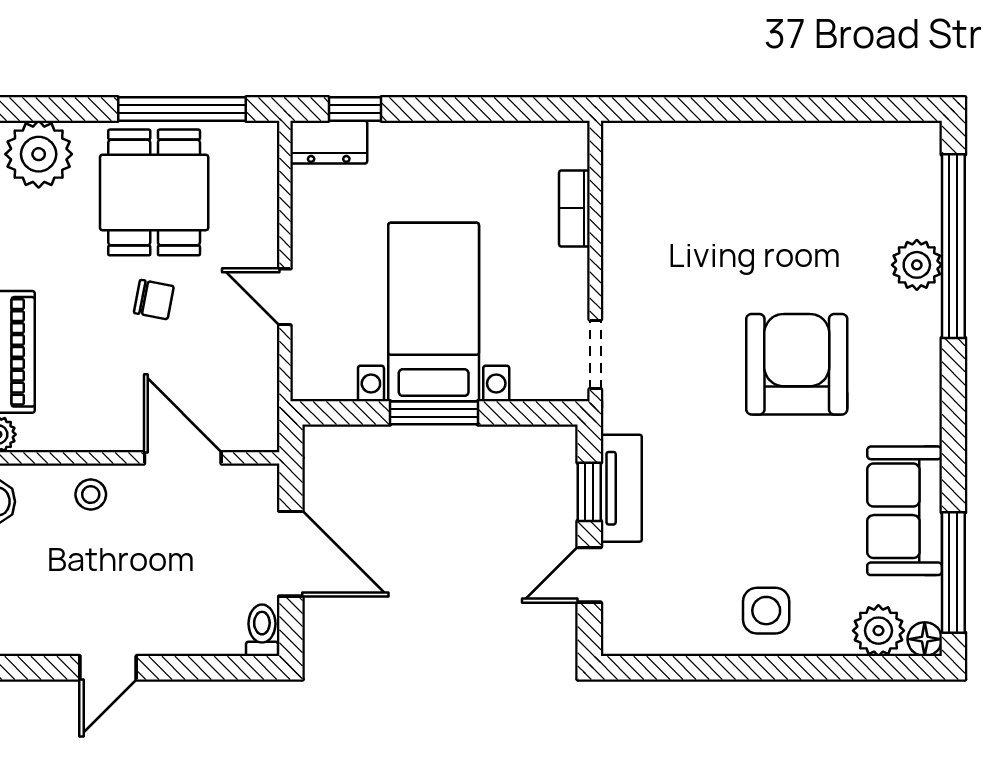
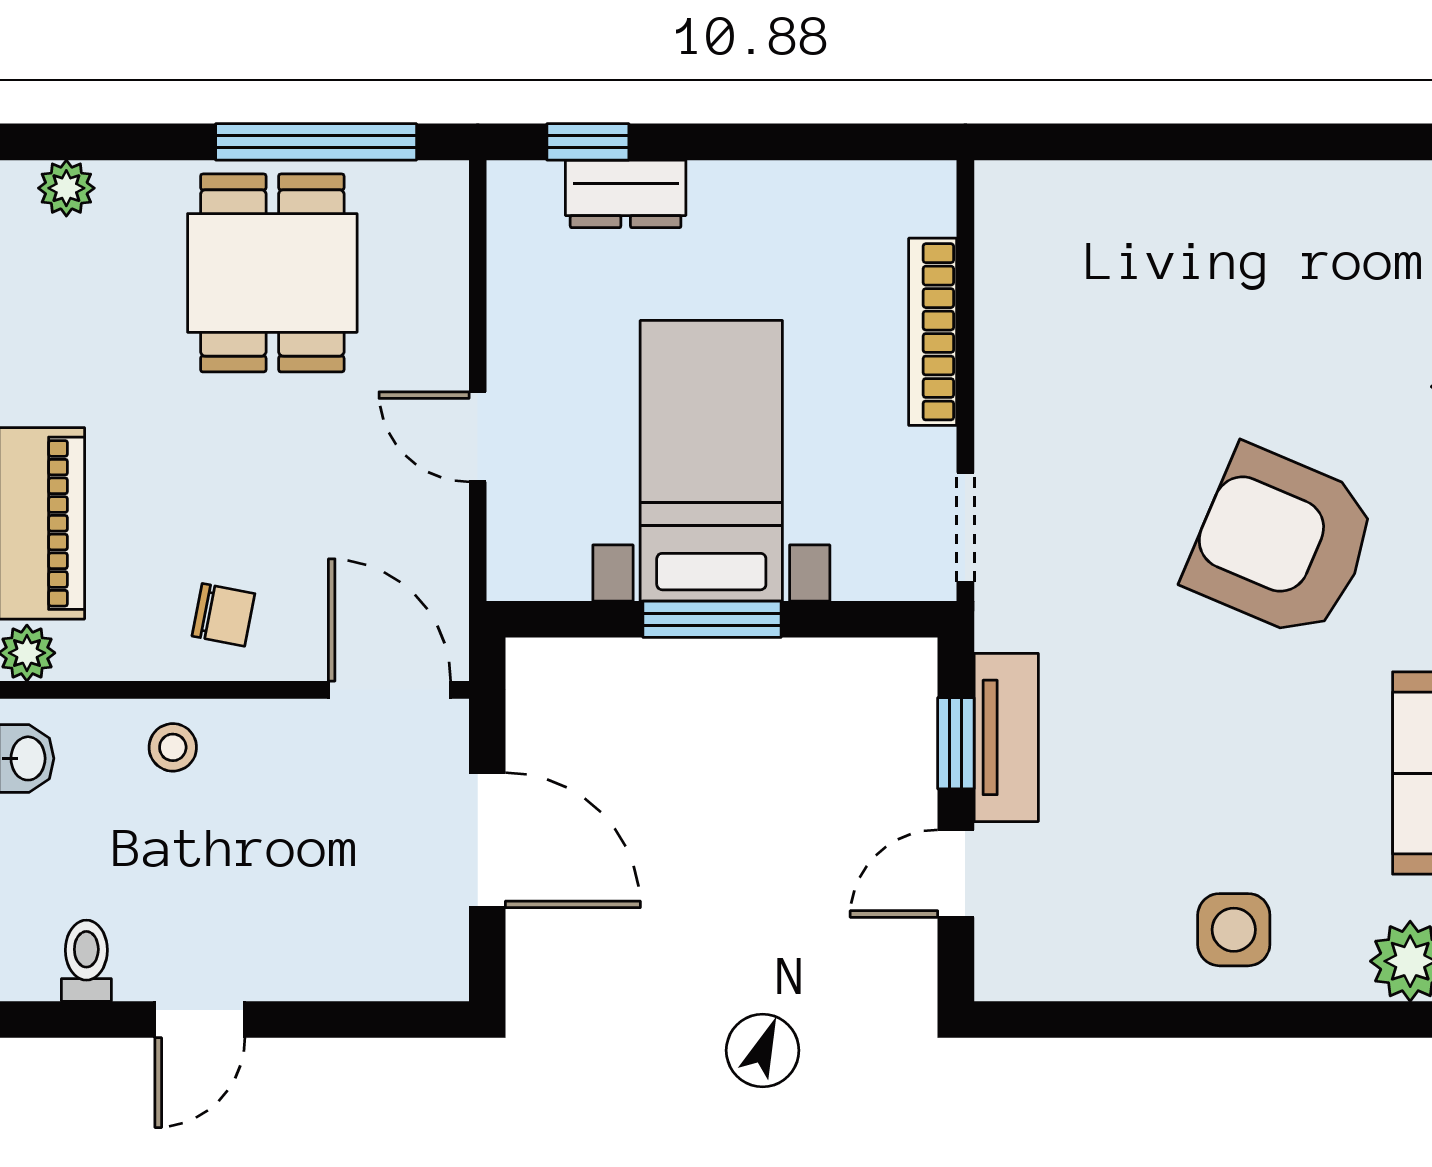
dresser: (329, 142) -> (626, 194), moved
plant: (39, 154) -> (66, 188), width x0.53, depth x0.53
bookcase: (574, 208) -> (933, 332), width x1.56
chair: (154, 300) -> (223, 615), moved
armchair: (797, 364) -> (1282, 543), turned -67
door: (183, 458) -> (390, 690), moved
toilet: (262, 630) -> (86, 961), moved

